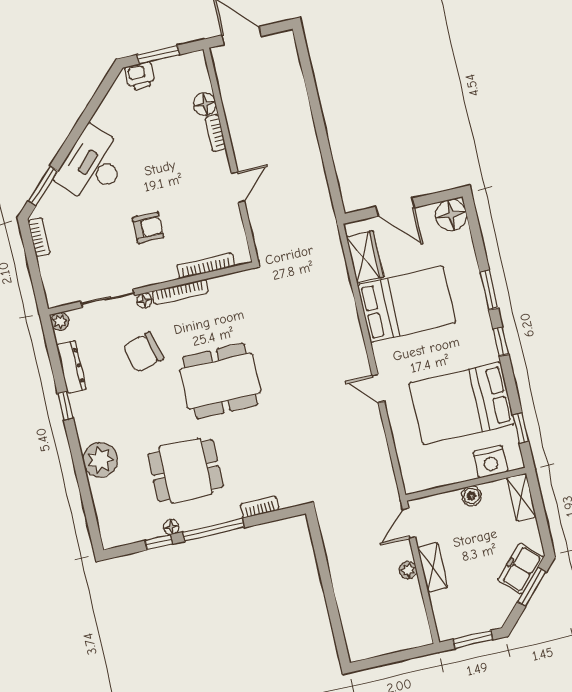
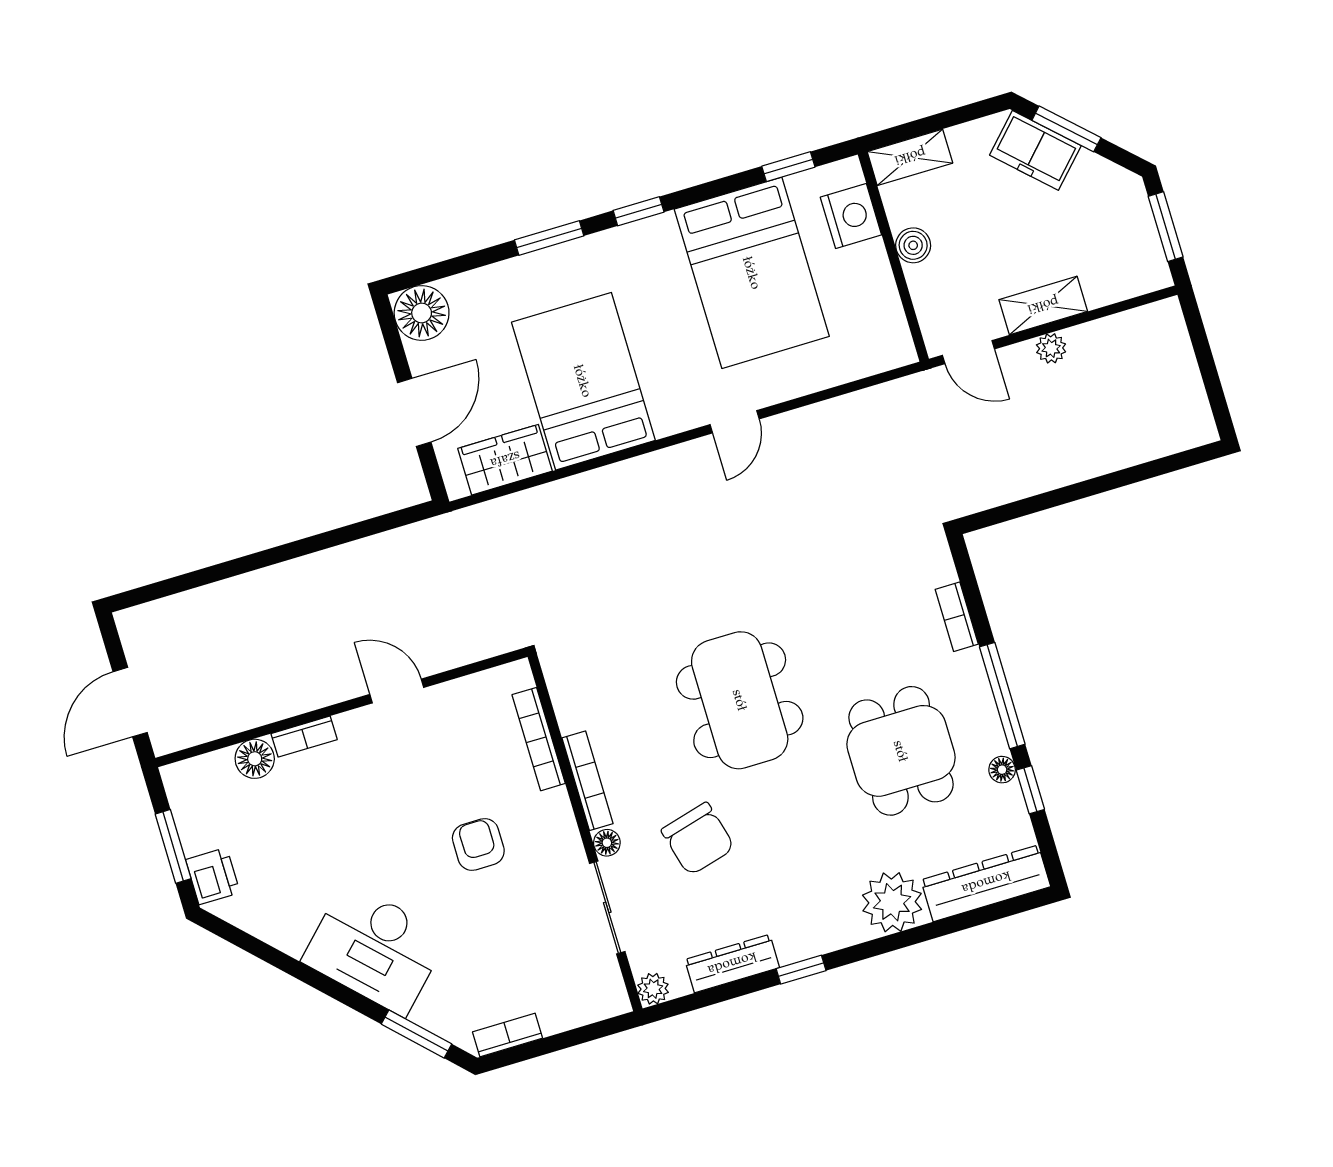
dresser: (108, 514) -> (986, 883), added

